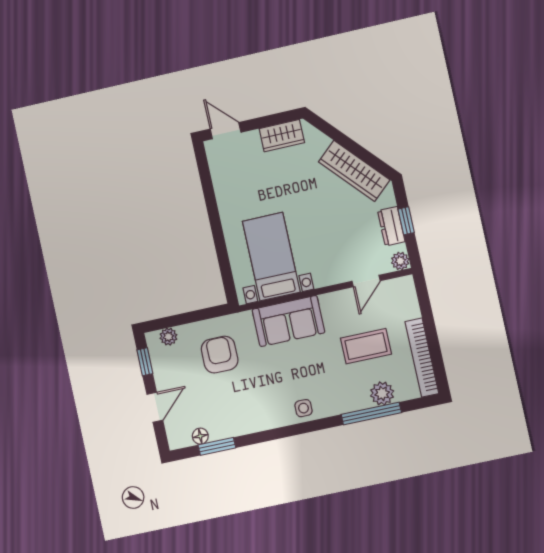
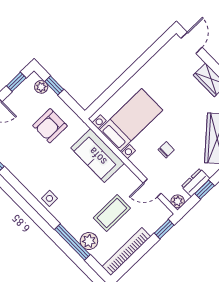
chair: (331, 237) -> (166, 150), added
window: (423, 297) -> (164, 229), added
window: (176, 320) -> (54, 85), added
coffee table: (366, 346) -> (112, 213), turned 90
armchair: (220, 355) -> (50, 126), turned 180

